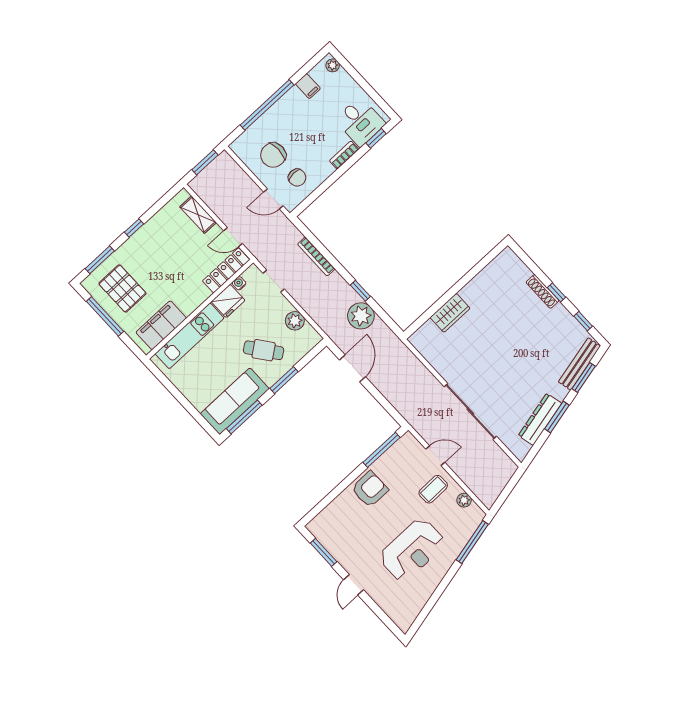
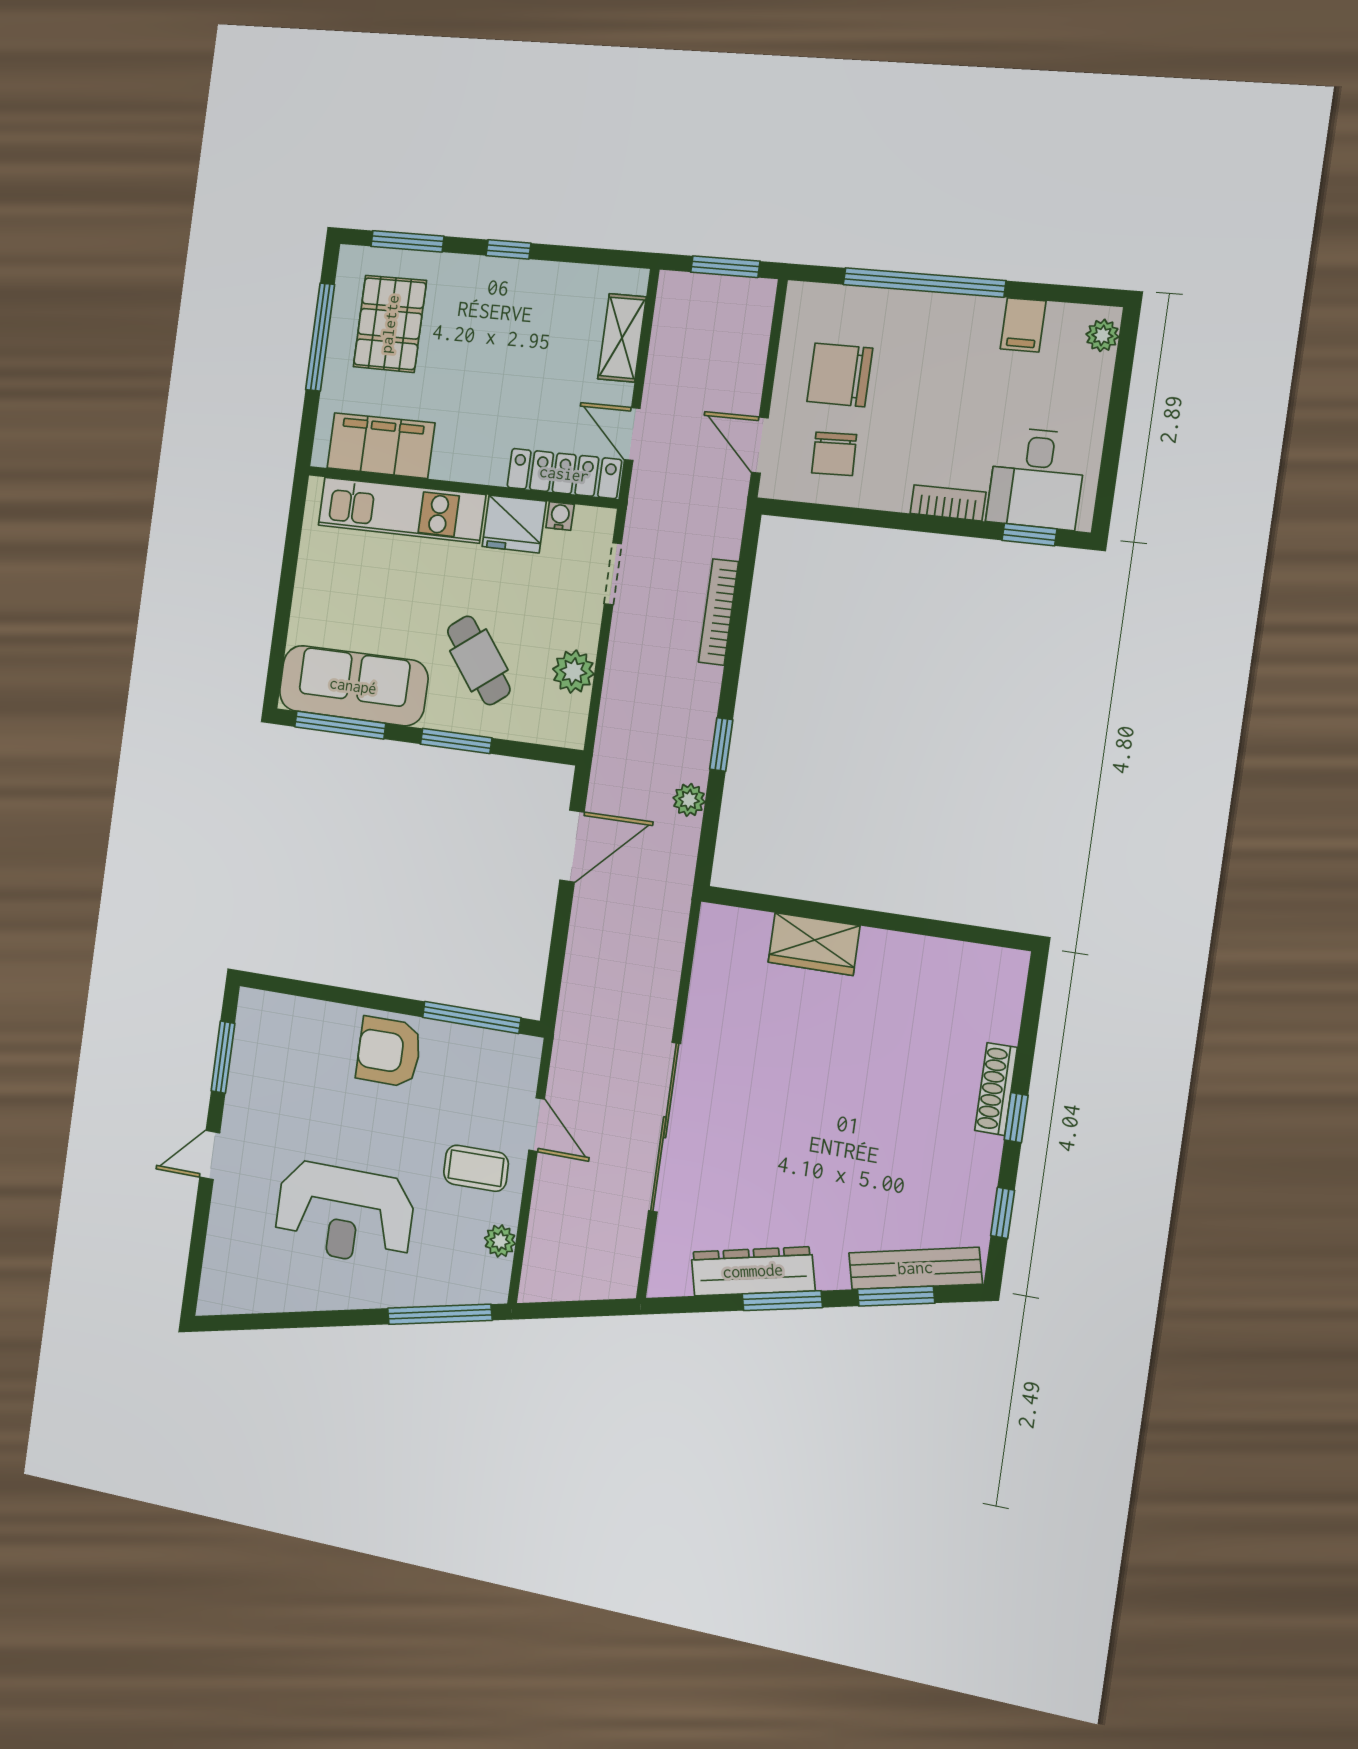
plant: (361, 316) -> (689, 800), width x0.53, depth x0.53
armchair: (370, 489) -> (389, 1052), turned 180

